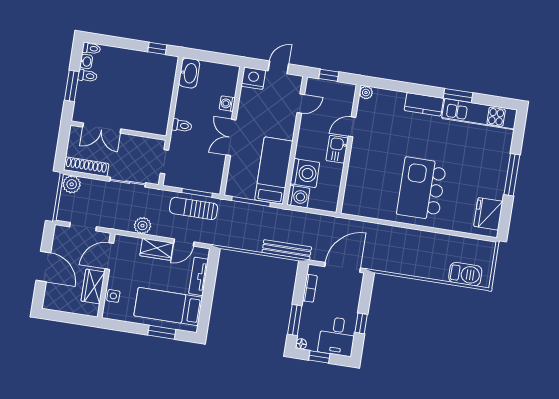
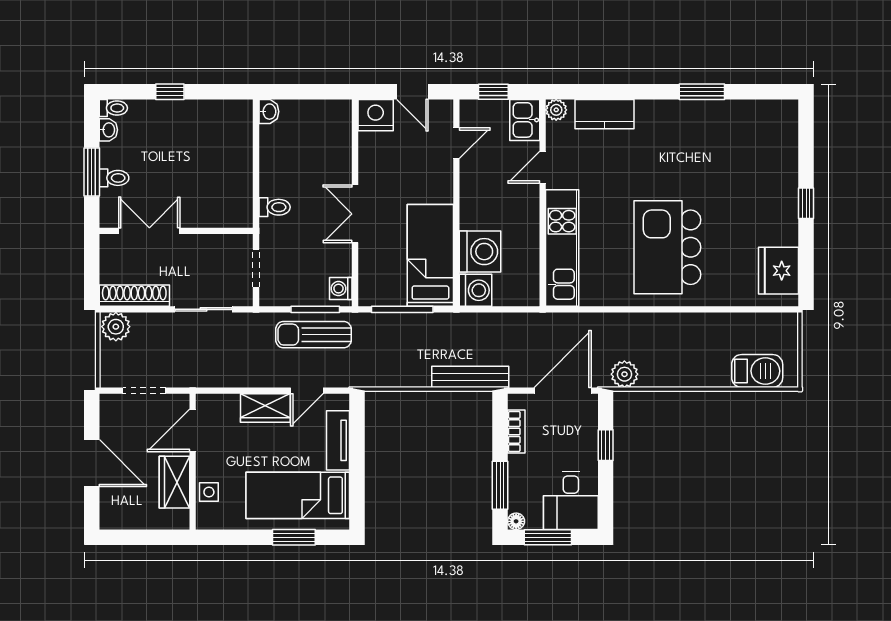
window: (157, 48) -> (170, 92), moved
door: (278, 67) -> (412, 92), swing flipped
washbasin: (189, 73) -> (269, 112), width x0.52, depth x0.69
toilet: (87, 76) -> (114, 178), moved
washing machine: (227, 104) -> (341, 289), moved
kitchen counter: (424, 104) -> (604, 114), moved
kitchen unit: (479, 114) -> (562, 248), moved, turned -90
double door: (102, 128) -> (149, 231), swing flipped
kitchen sink: (337, 149) -> (525, 120), moved
window: (512, 175) -> (806, 203), width x0.46
plant: (142, 226) -> (624, 374), moved
window: (361, 323) -> (606, 445), moved
window: (319, 357) -> (548, 537), width x1.50

